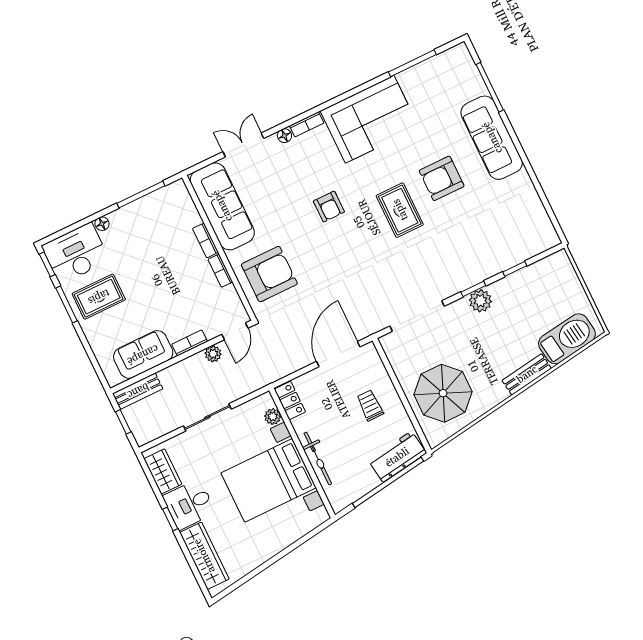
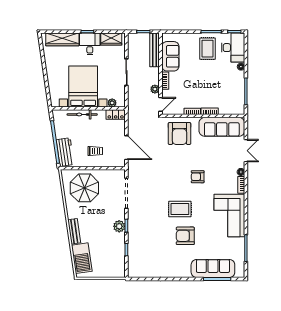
sofa: (492, 138) -> (213, 269), moved
armchair: (442, 178) -> (185, 236), turned -90
door: (235, 331) -> (161, 104), swing flipped
bench: (138, 391) -> (155, 50), width x1.36

